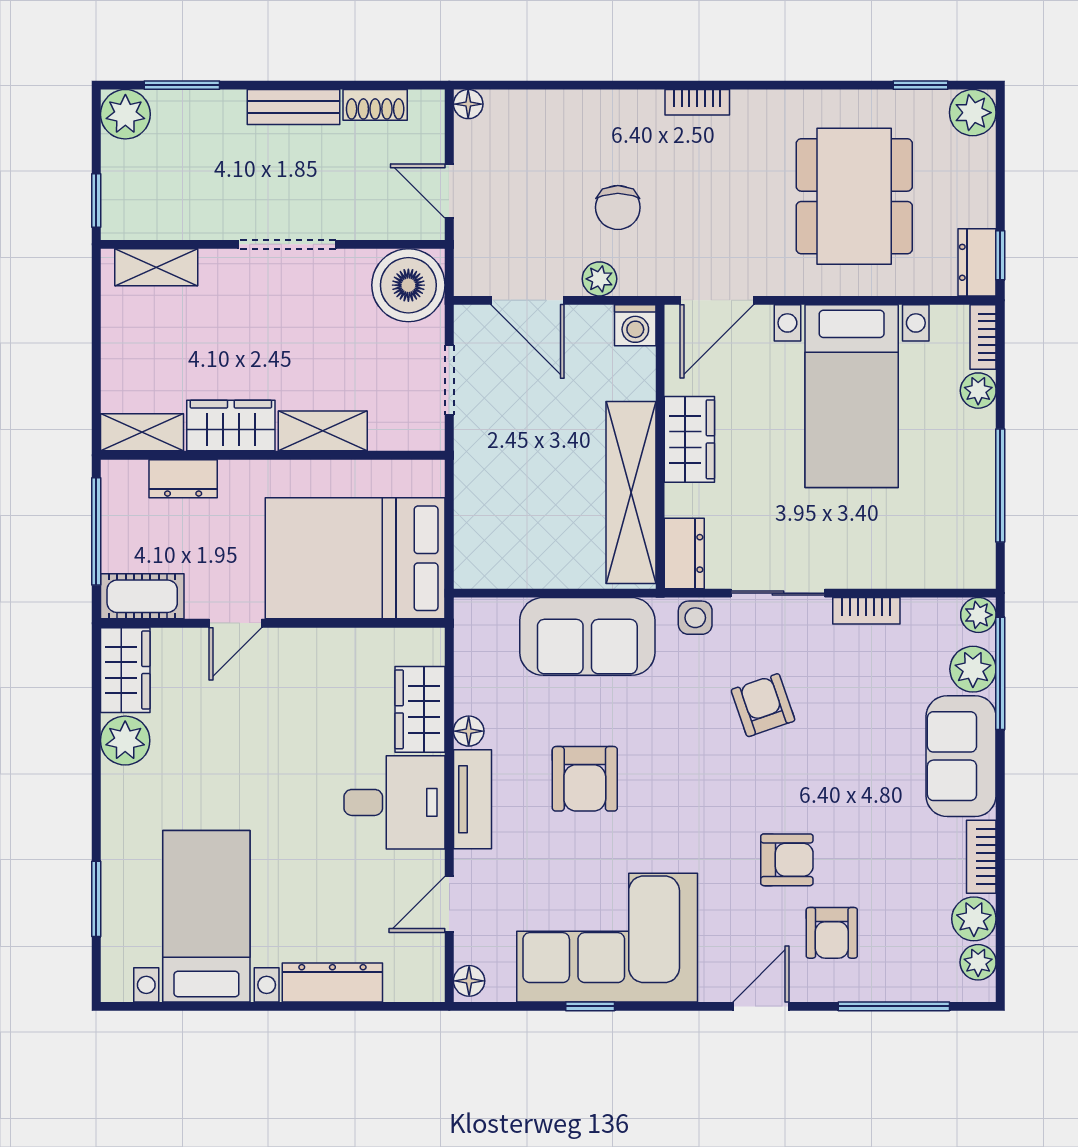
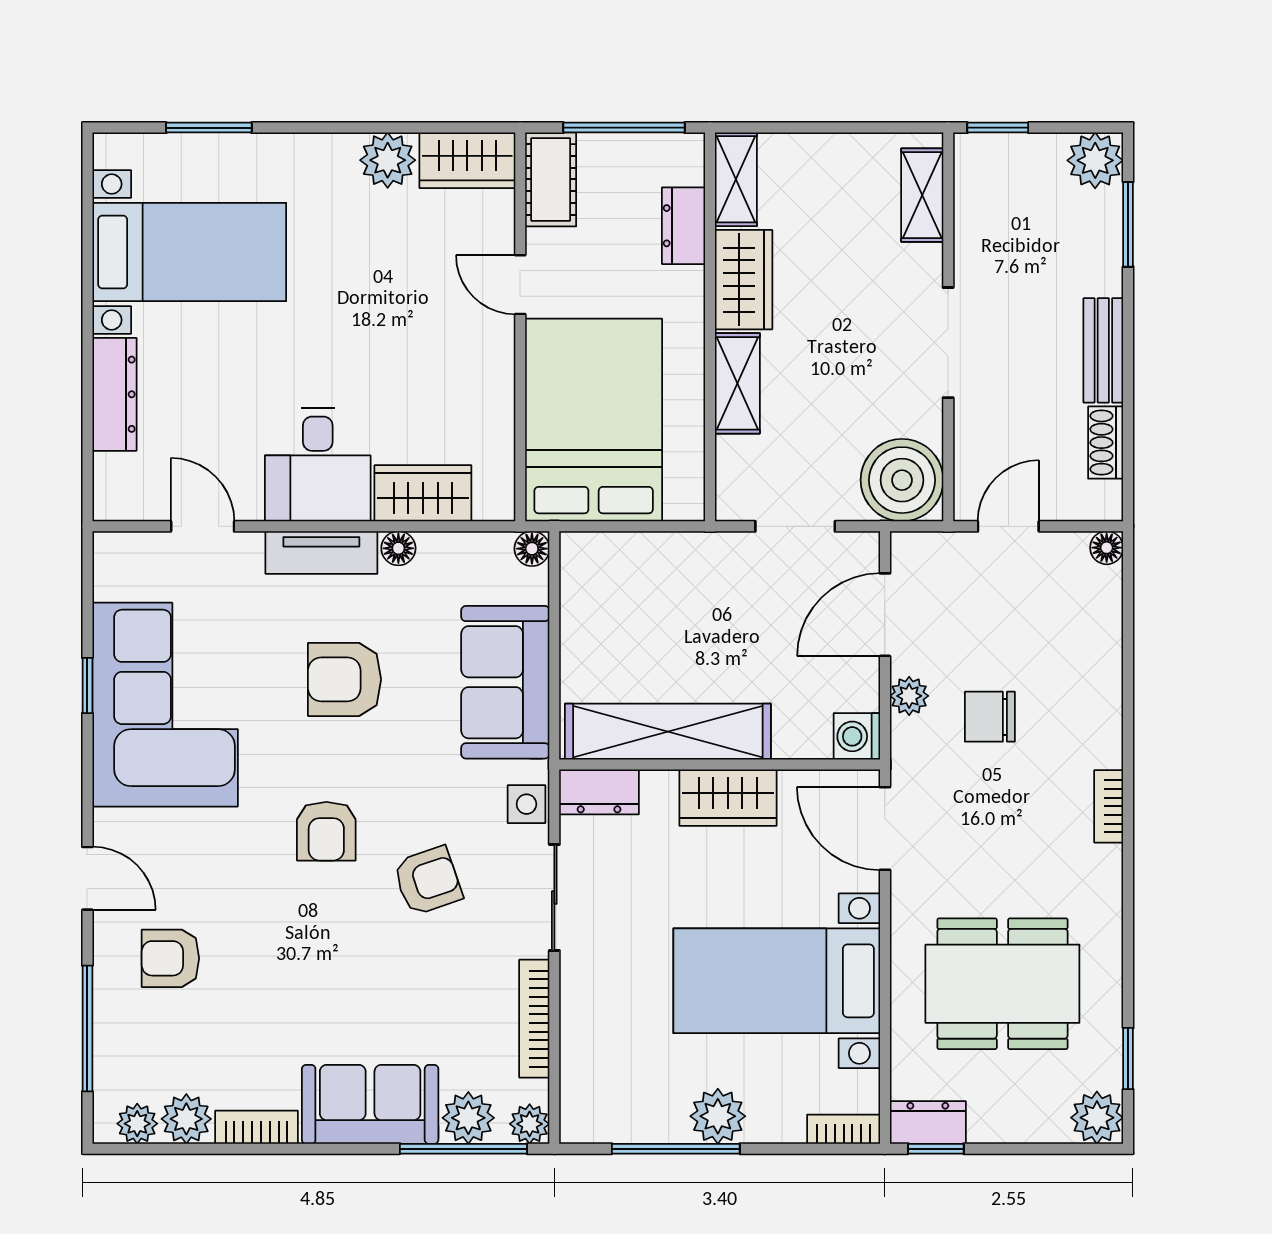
plant: (978, 391) -> (718, 1116), moved, width x1.38, depth x1.38
bookcase: (866, 611) -> (534, 1019), width x1.56
armchair: (787, 860) -> (326, 831), moved
floor lamp: (469, 981) -> (532, 549), moved

